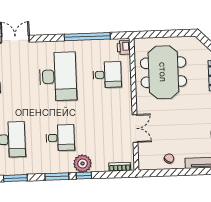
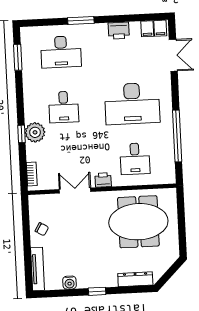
printer: (124, 47) -> (103, 180), moved
double door: (135, 128) -> (75, 191), swing flipped
window: (57, 177) -> (20, 104), removed

